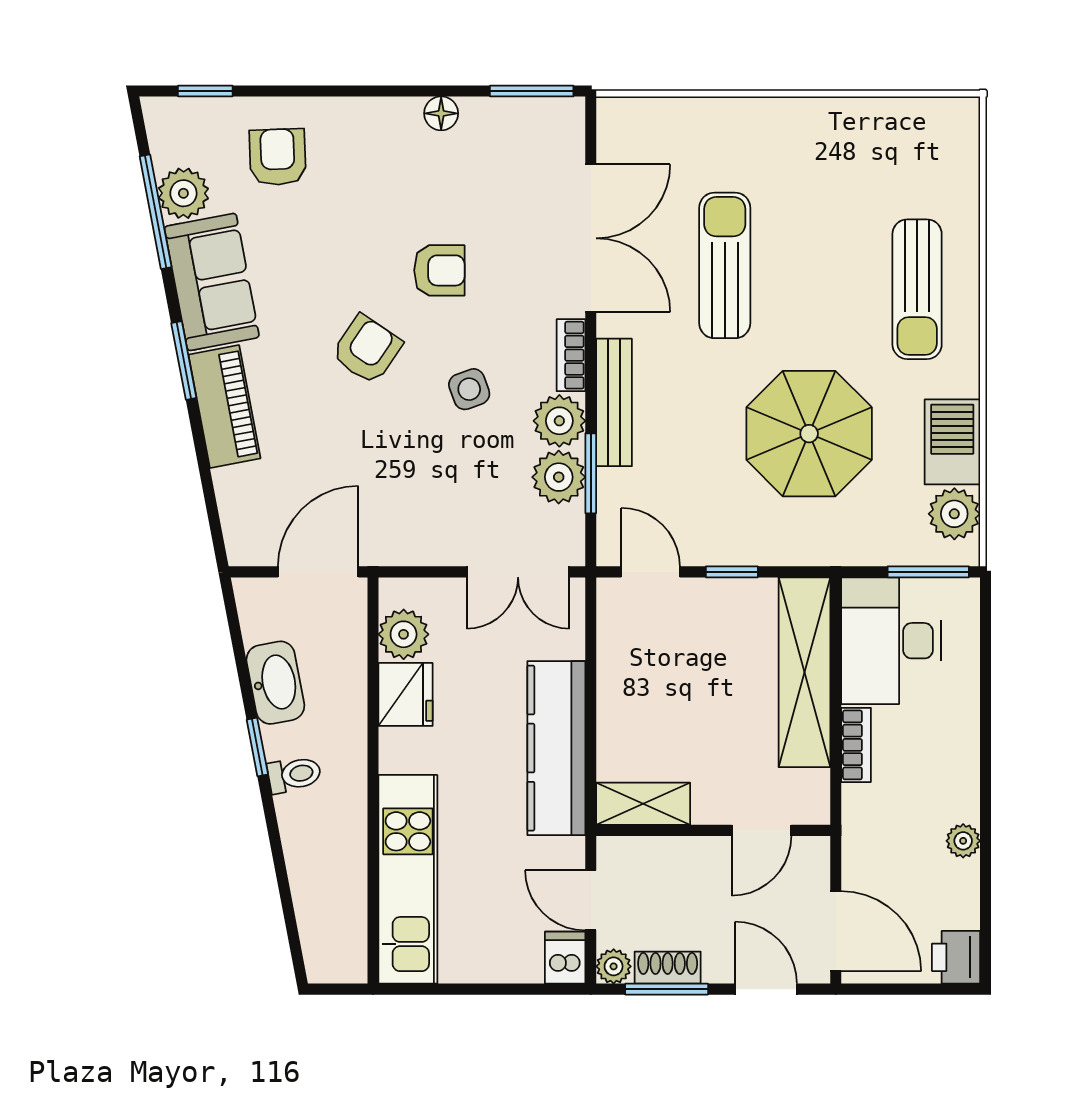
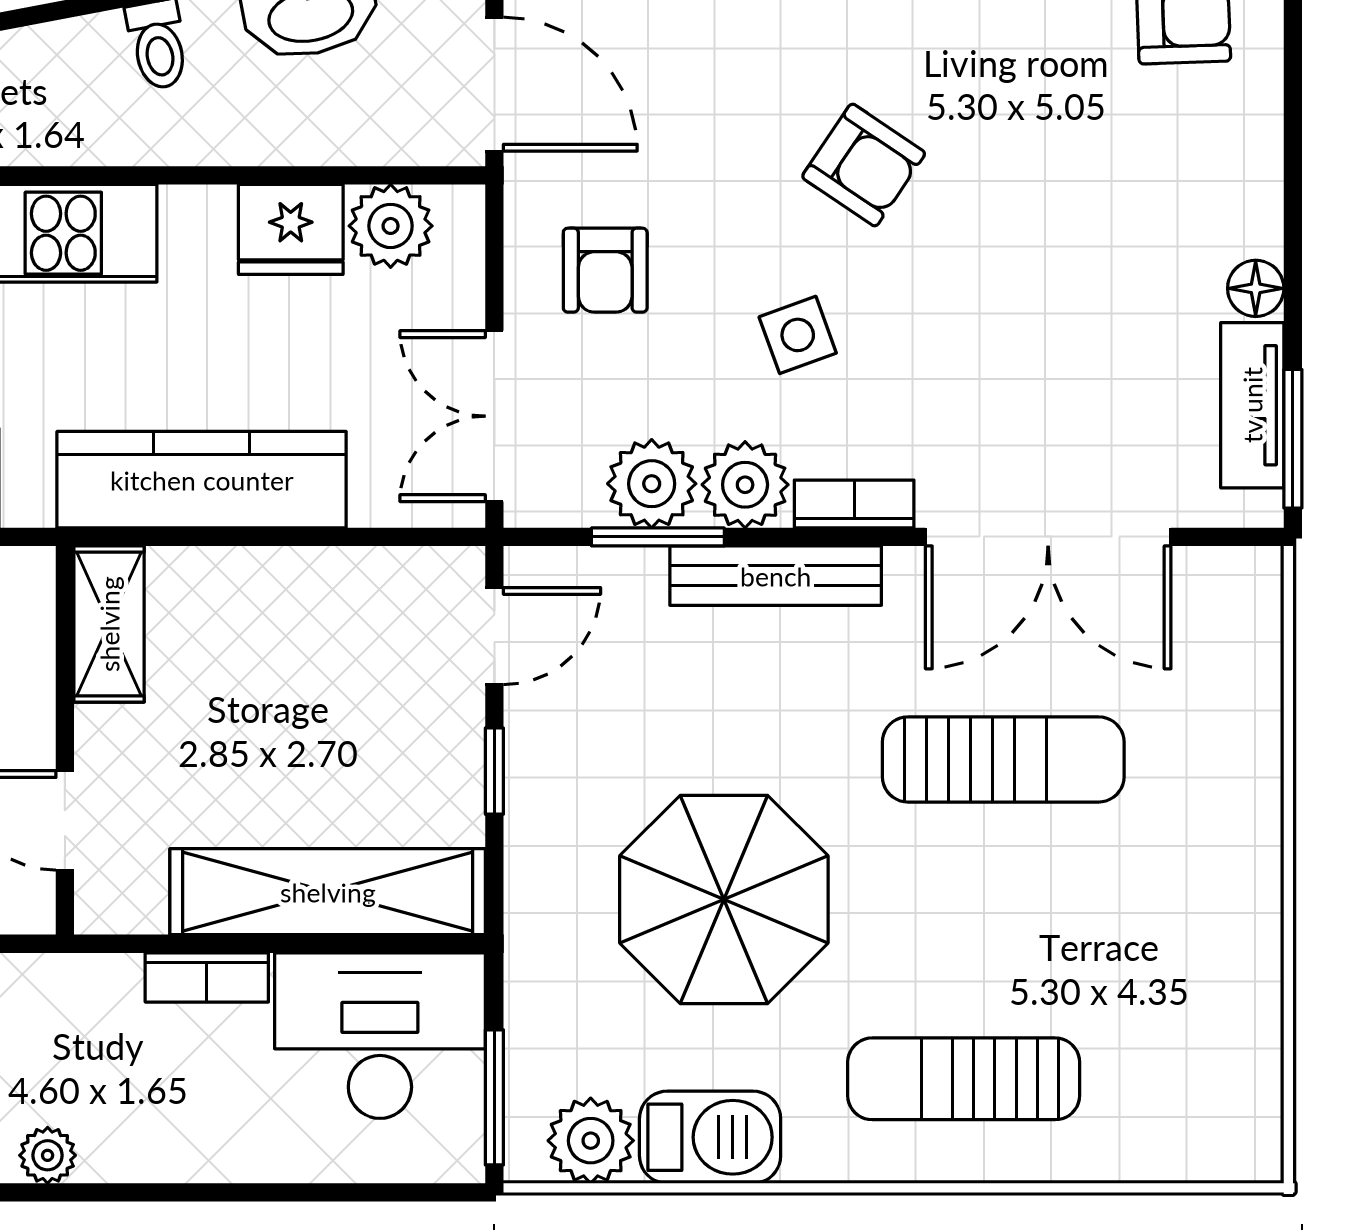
tv unit: (512, 115) -> (1252, 405), added
armchair: (439, 270) -> (605, 270), moved

